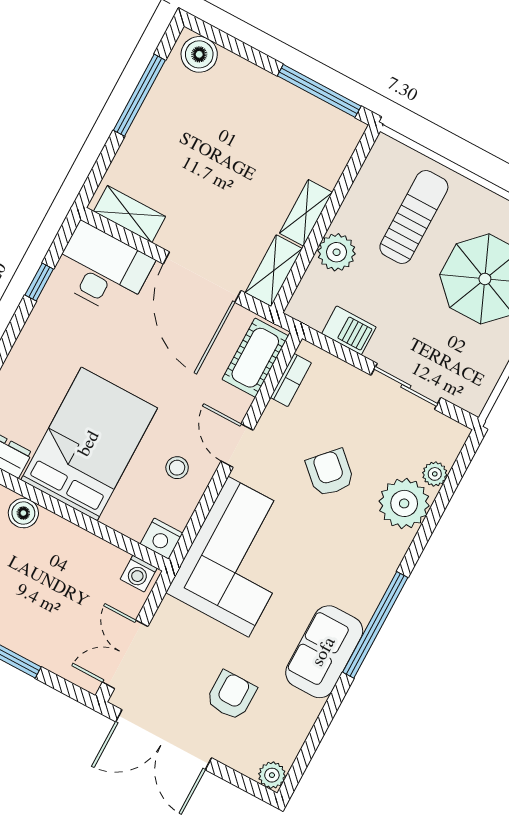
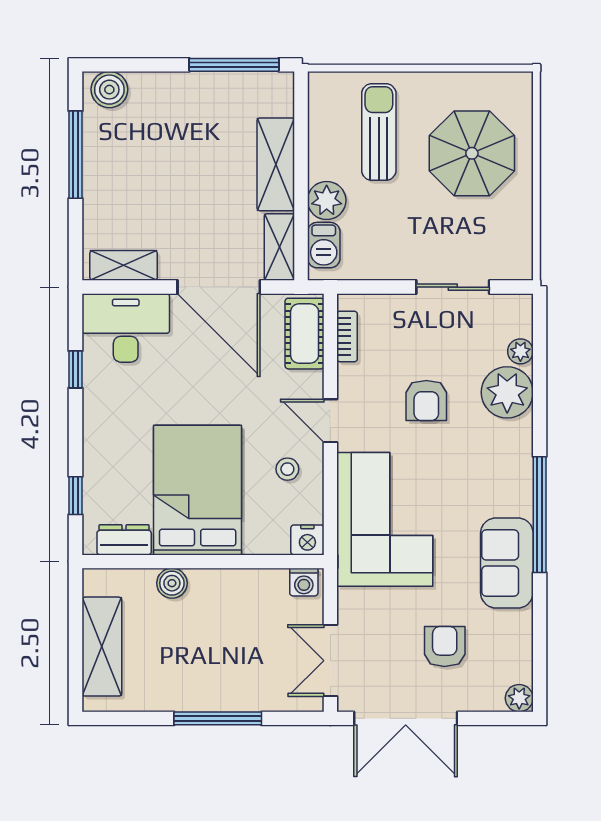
shelving: (306, 213) -> (276, 164), width x1.50, depth x1.33
barbecue: (349, 330) -> (324, 245), moved, turned 90
armchair: (330, 473) -> (426, 400), turned -133

